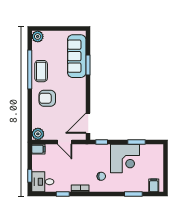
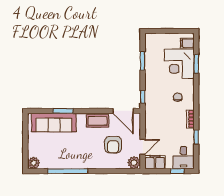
coffee table: (41, 71) -> (98, 121), moved
armchair: (47, 98) -> (113, 145), moved
door: (65, 142) -> (143, 147), moved
filing cabinet: (38, 149) -> (155, 162), width x2.00
corner desk: (125, 159) -> (179, 64), moved, turned 180

